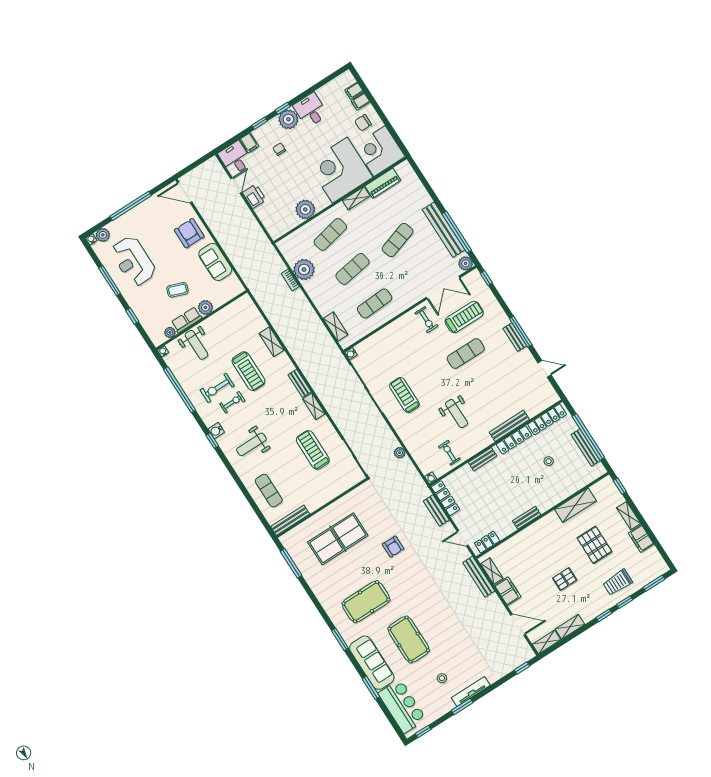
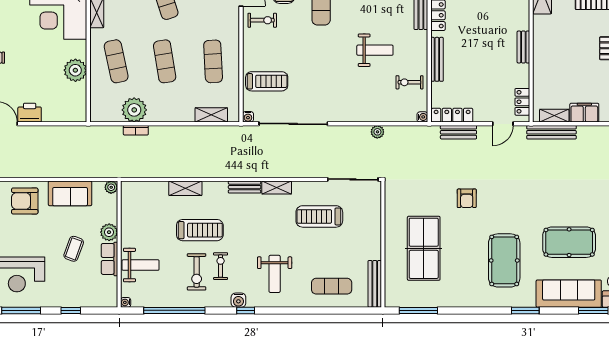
plant: (170, 332) -> (111, 187), moved
treadmill: (404, 395) -> (267, 81), moved, turned 180
bench: (483, 459) -> (437, 59), width x1.36
armchair: (393, 547) -> (467, 198), turned 90

